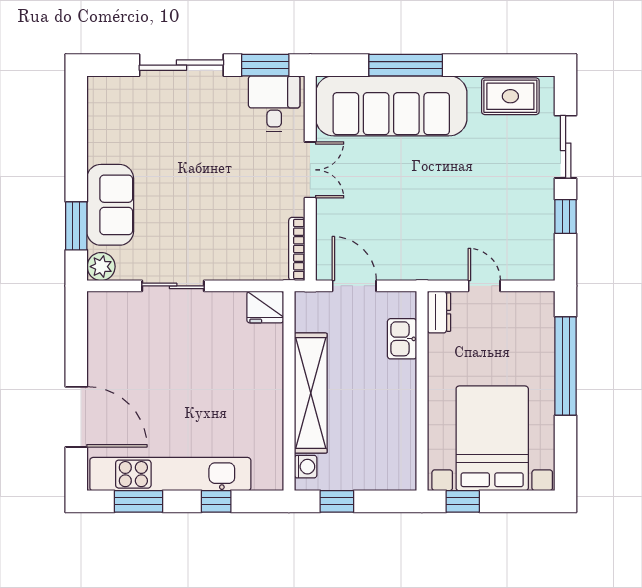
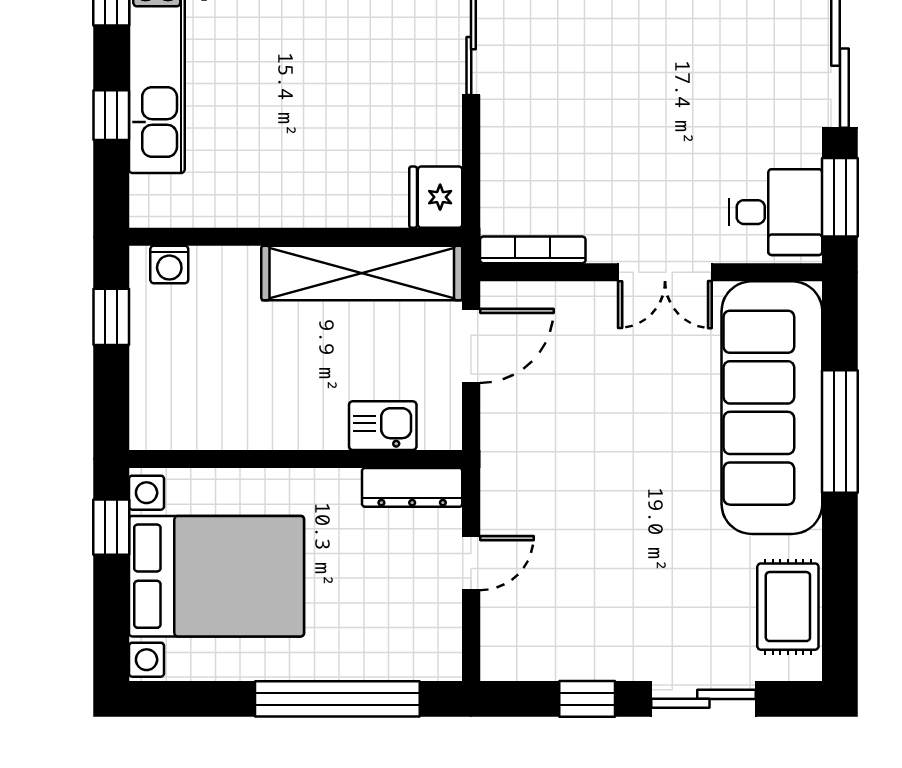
dresser: (439, 312) -> (412, 487), width x1.44
shelving: (311, 393) -> (362, 273), moved

